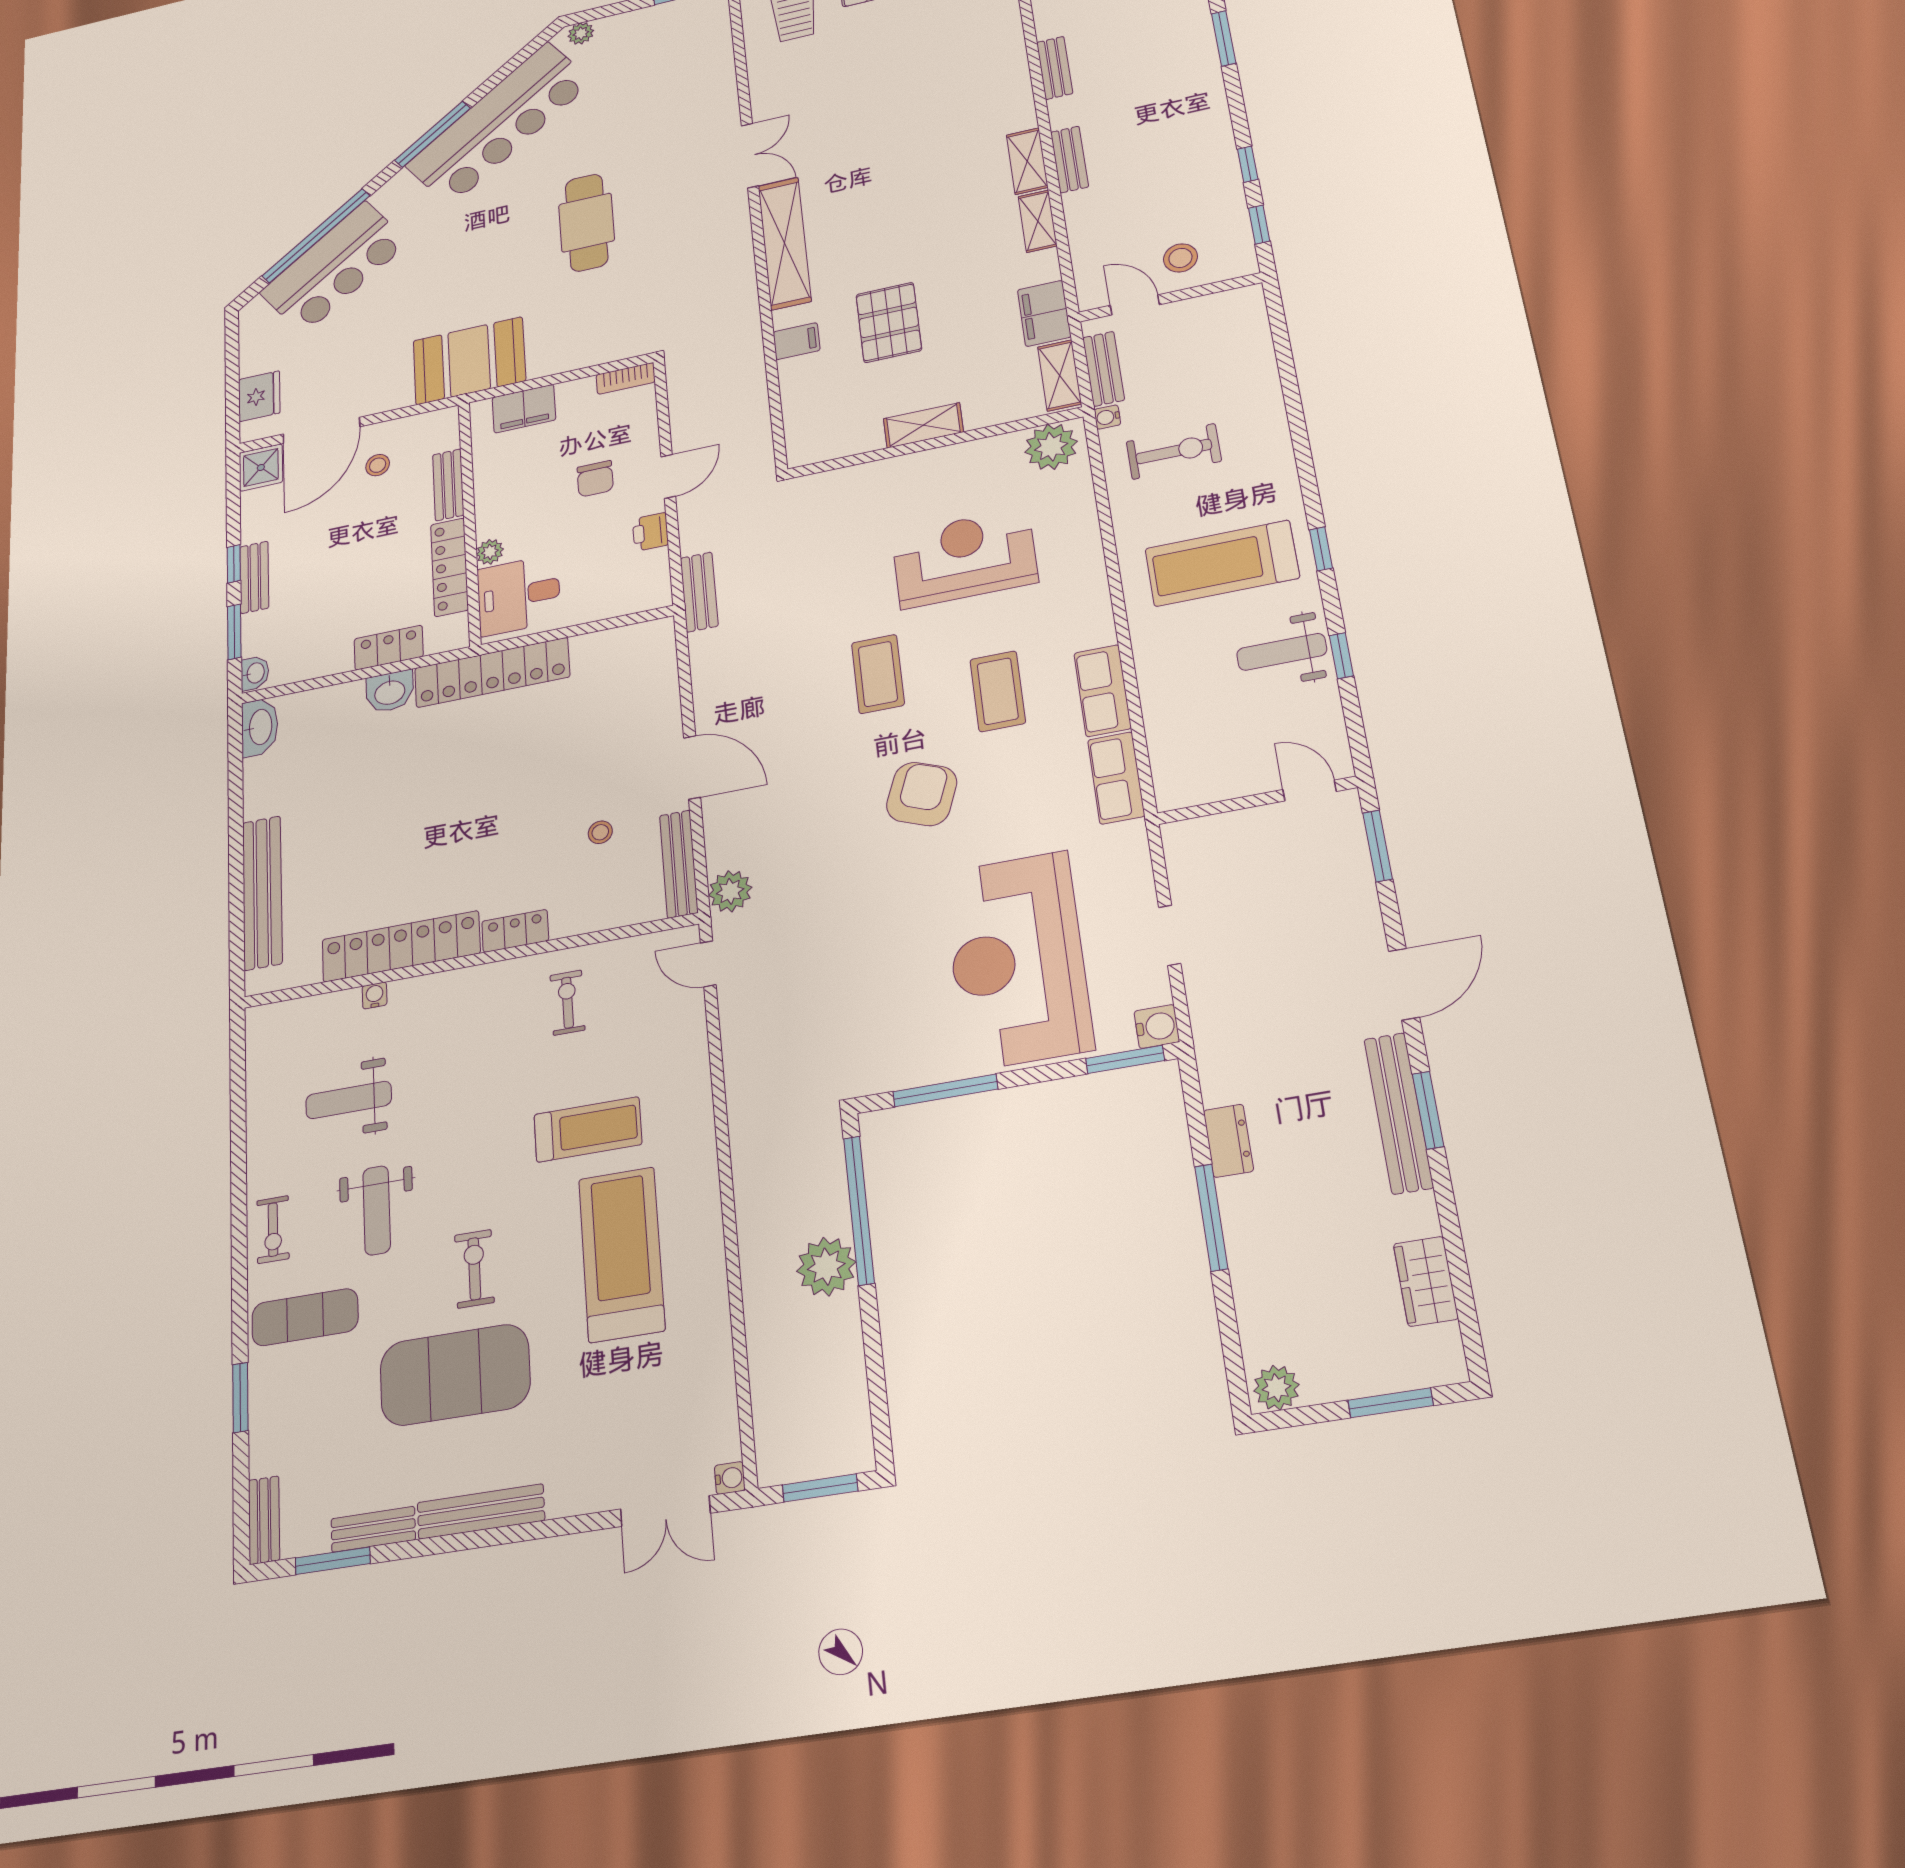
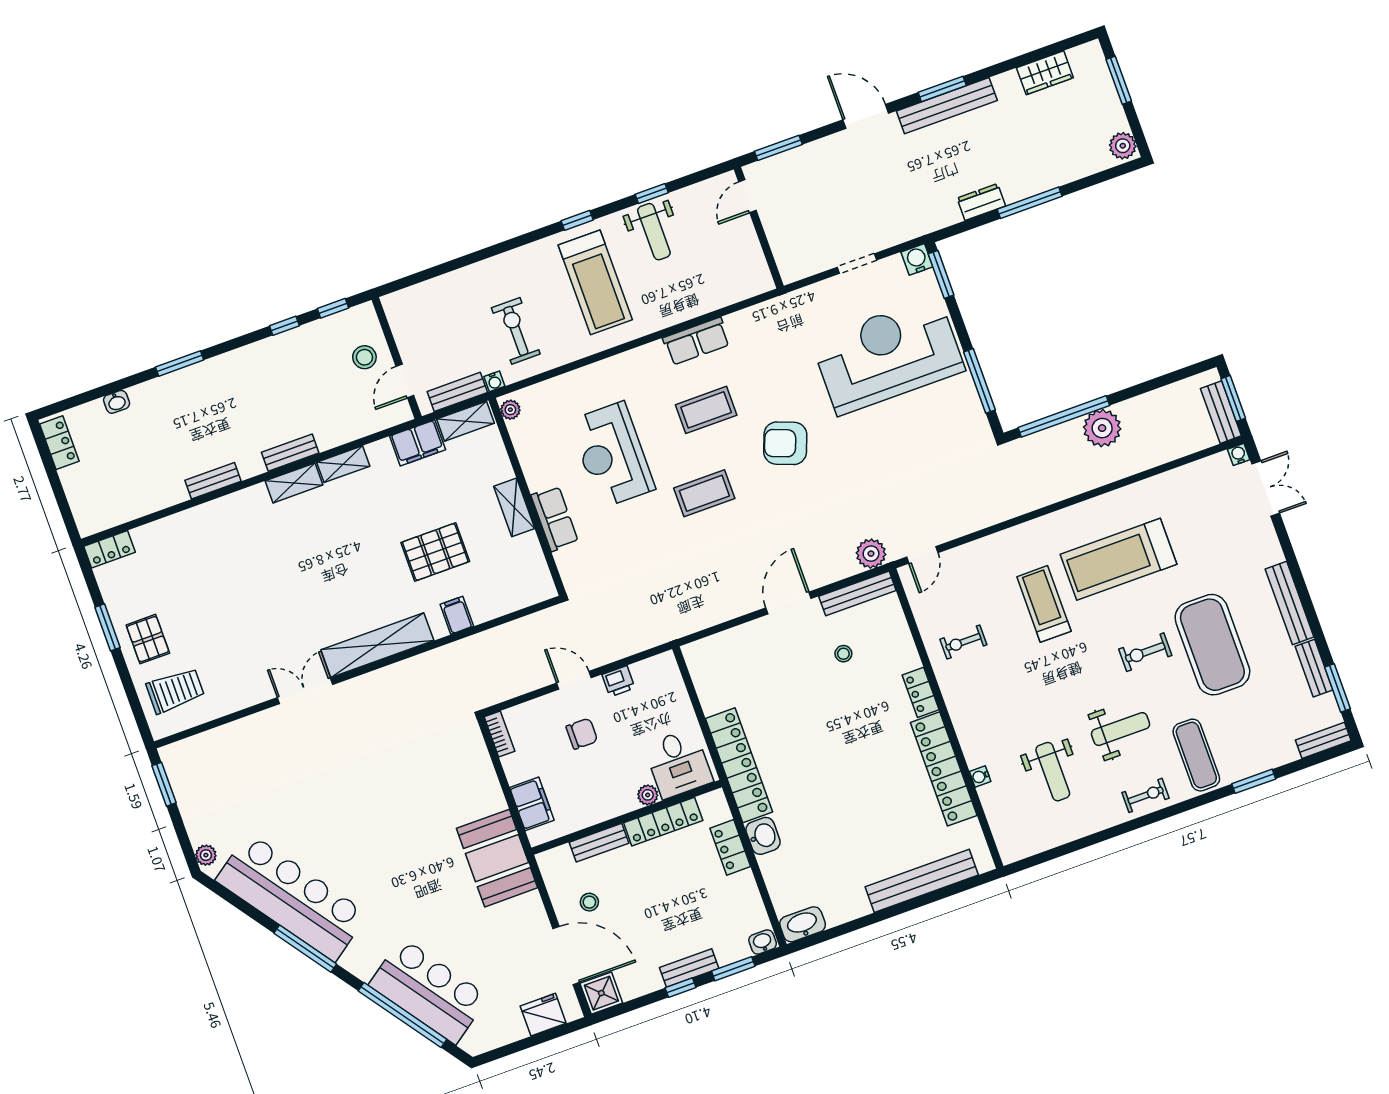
cafe table: (587, 223) -> (373, 802), removed
plant: (1051, 447) -> (510, 410), width x0.53, depth x0.53
bench: (699, 592) -> (1221, 412), moved, turned 90
row of seats: (1116, 778) -> (555, 519), moved, turned -90
reception desk: (1017, 960) -> (888, 355), turned 180

